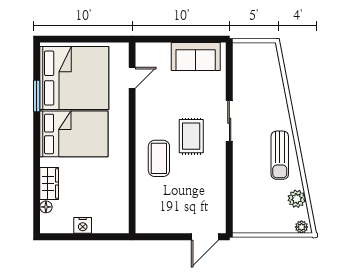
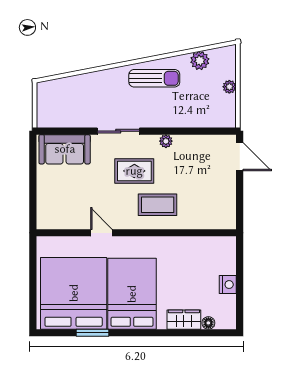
sofa: (196, 56) -> (65, 149), moved, turned 90
door: (132, 78) -> (101, 233), moved
plant: (220, 166) -> (166, 141), added
plant: (301, 227) -> (229, 87), moved

